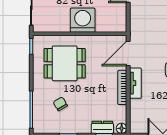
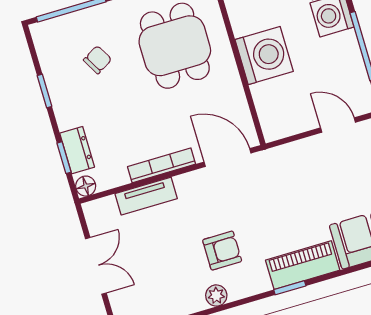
tv unit: (135, 83) -> (146, 196), moved

